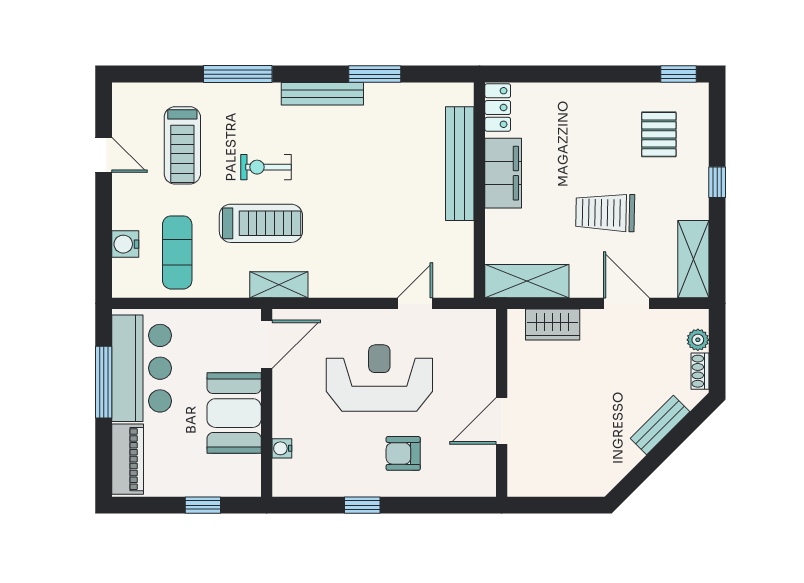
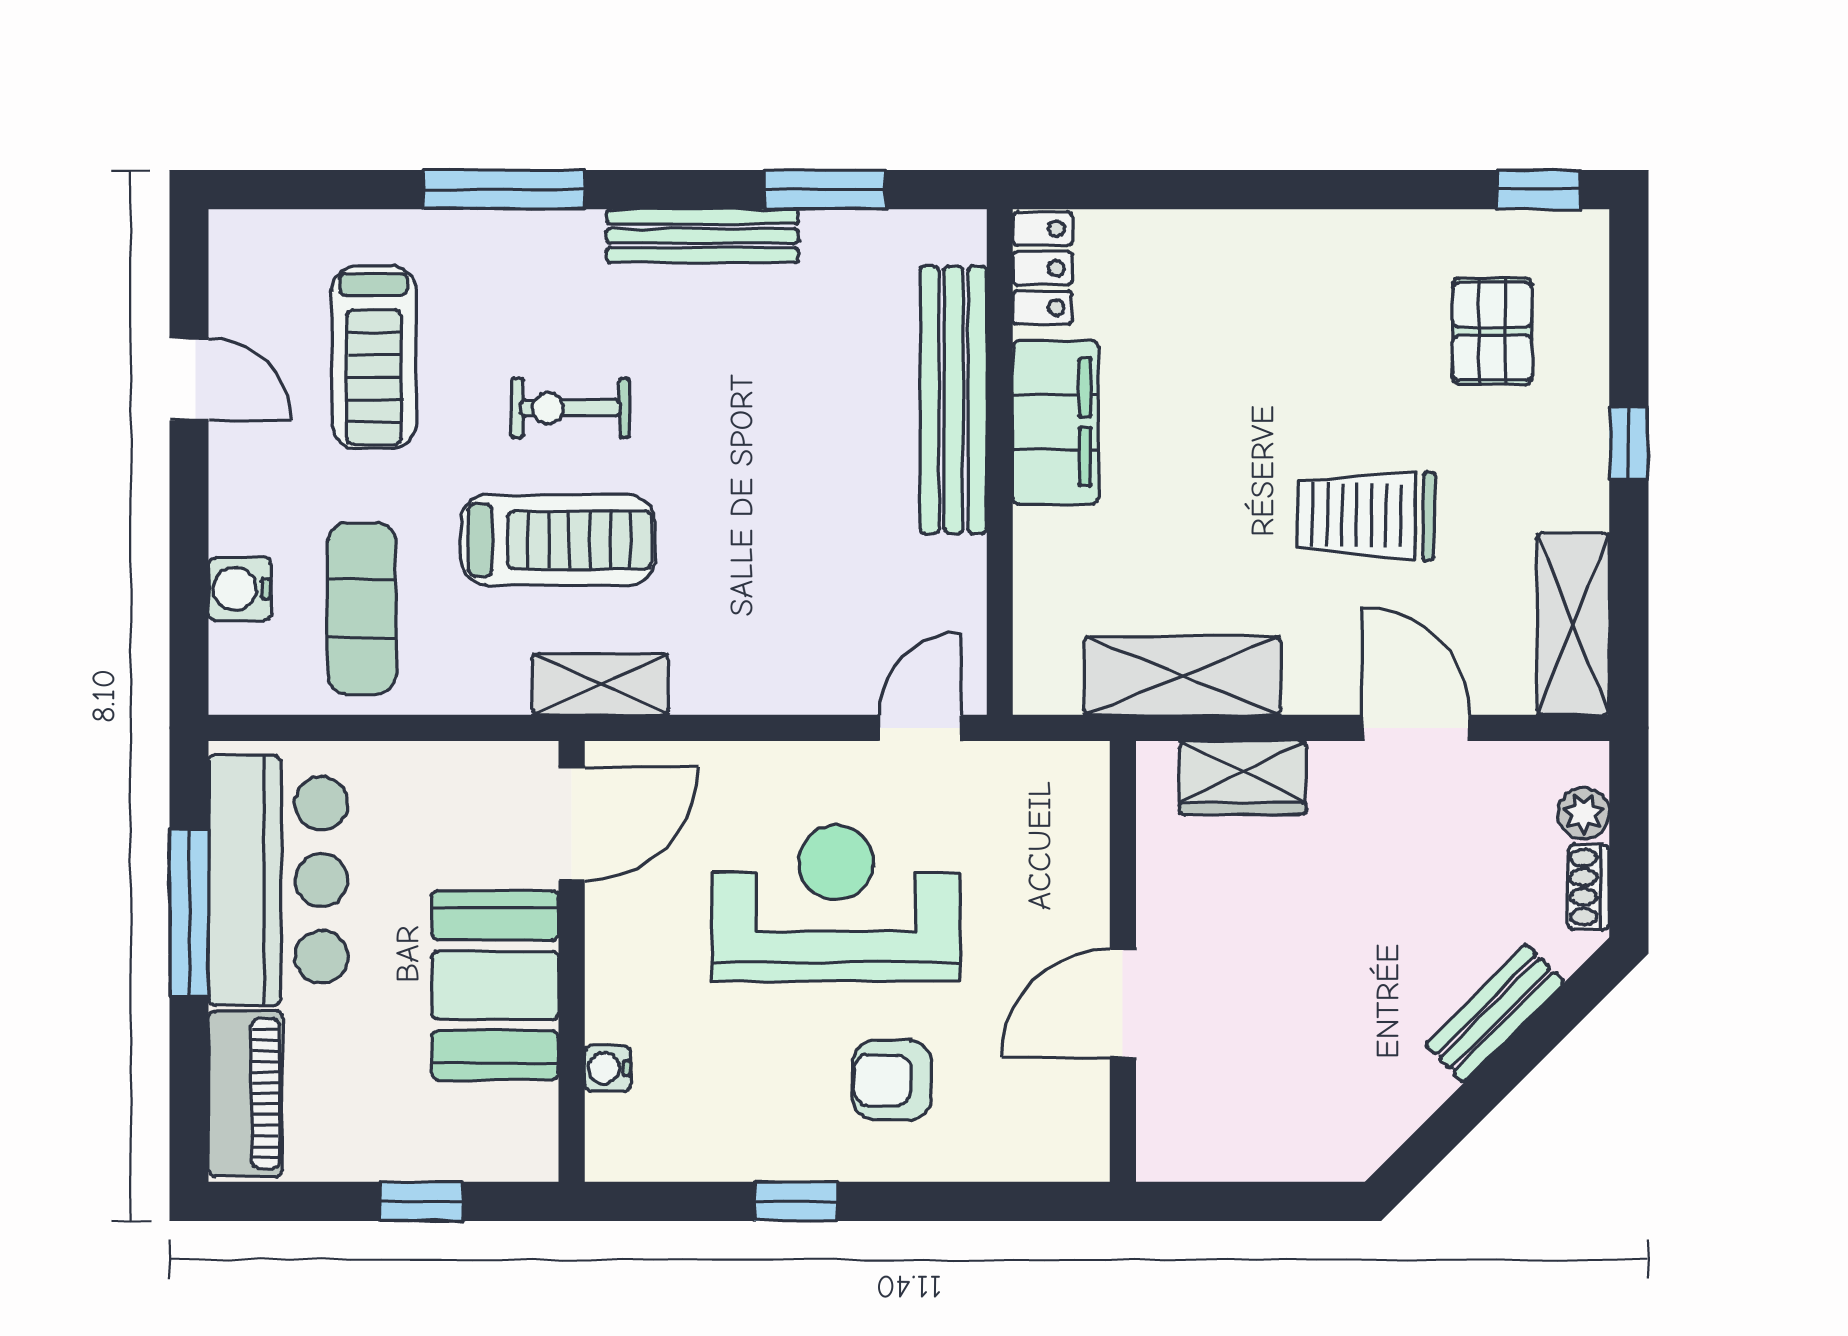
locker: (498, 107) -> (1043, 268), moved
bench: (460, 164) -> (953, 400), moved
filing cabinet: (503, 173) -> (1055, 422), moved
wall: (479, 190) -> (1000, 462), moved

